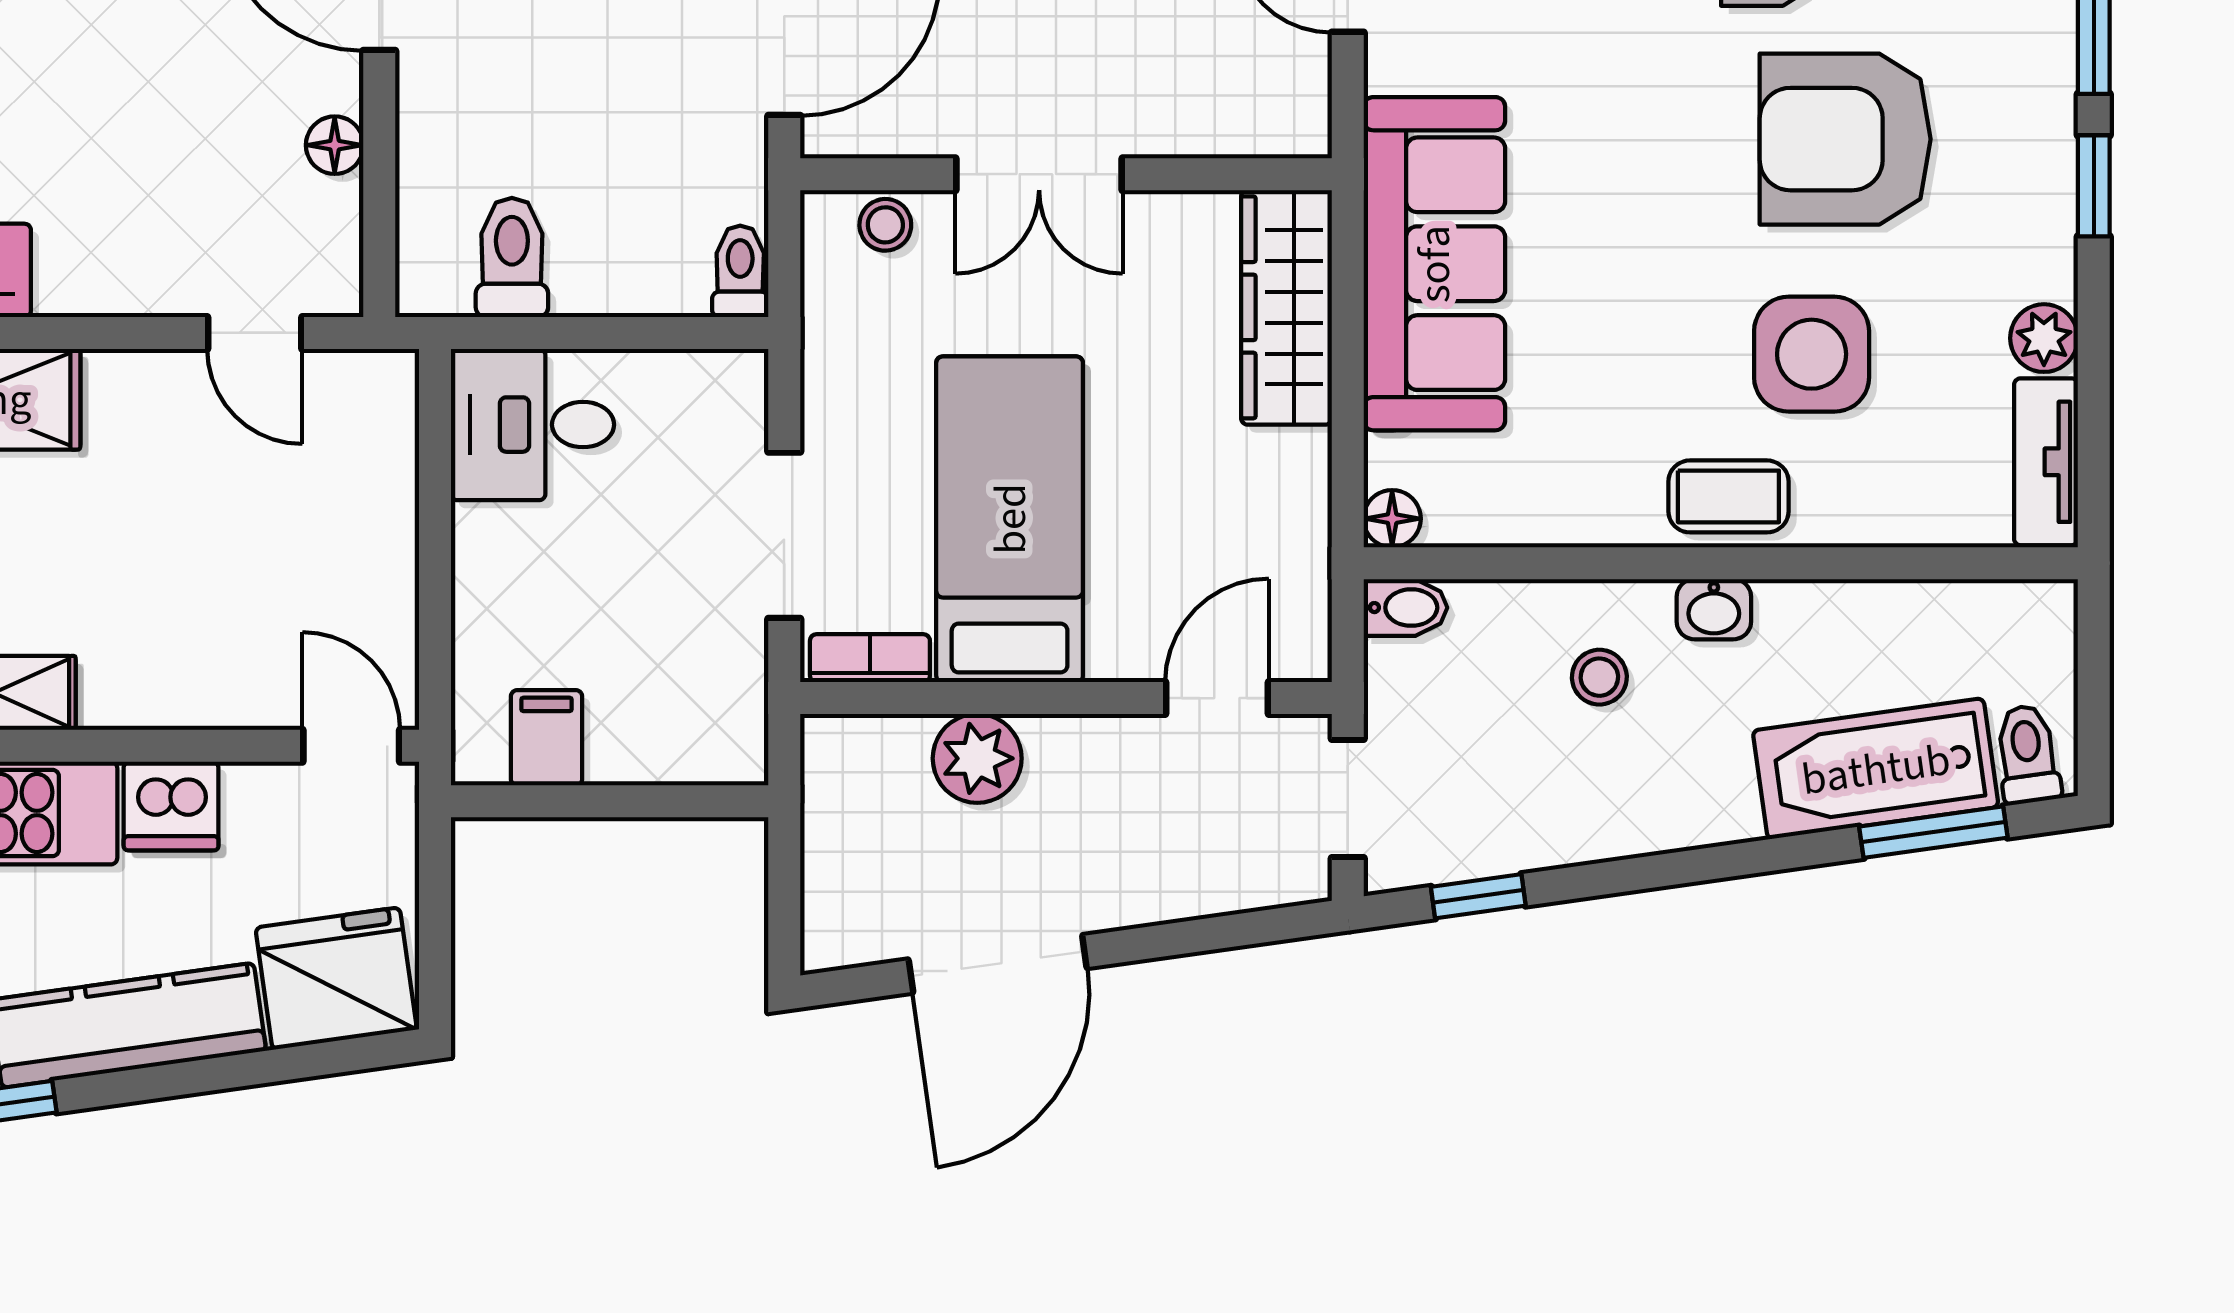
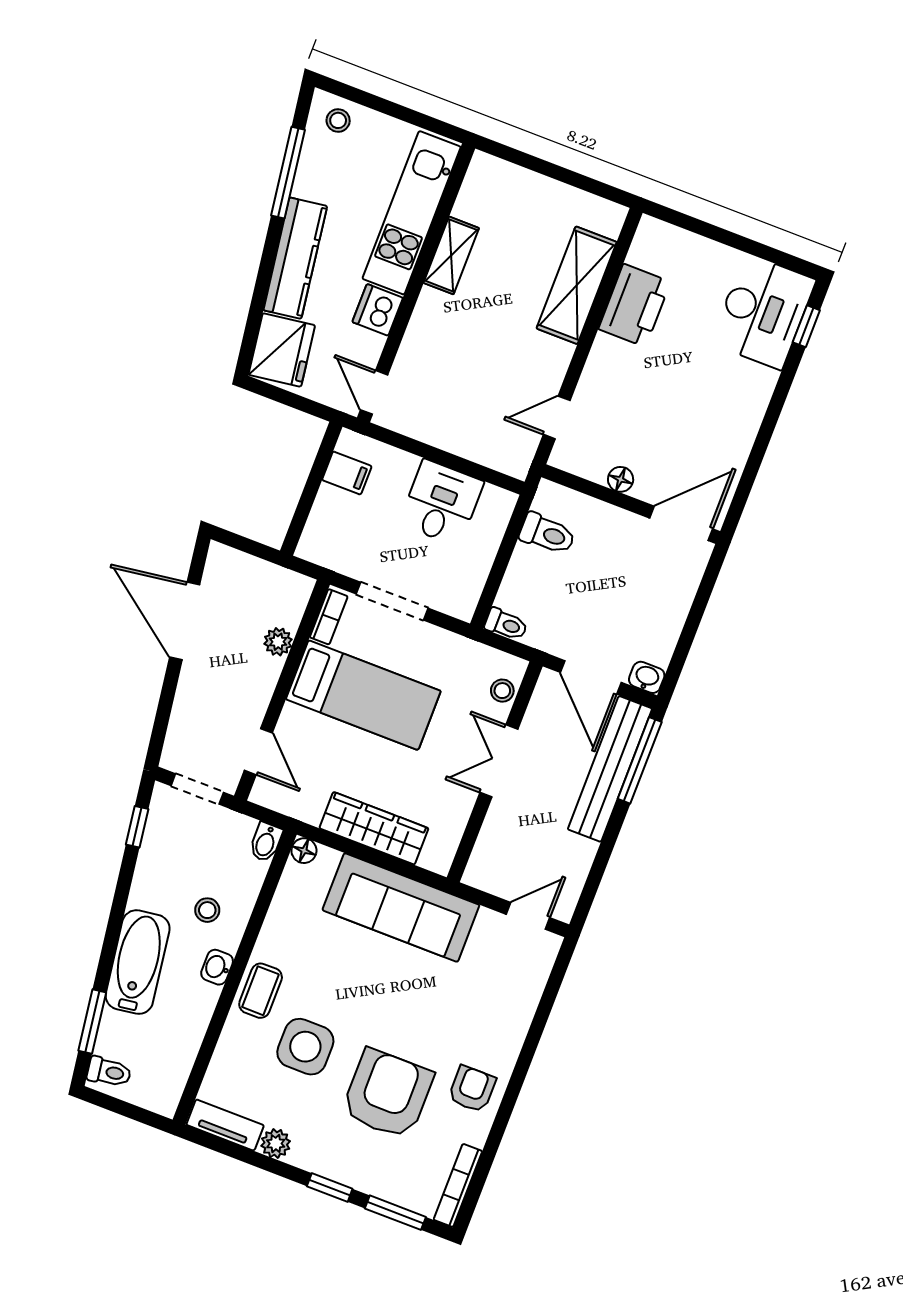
wardrobe: (1286, 307) -> (374, 828), moved
desk: (532, 425) -> (441, 503), moved
door: (351, 746) -> (374, 392), swing flipped
plant: (977, 758) -> (278, 642), width x0.73, depth x0.73
bathtub: (1876, 769) -> (138, 962), moved

